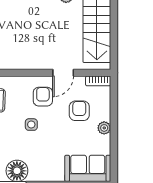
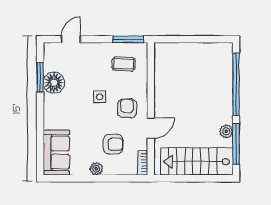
door: (63, 73) -> (151, 128), swing flipped
armchair: (43, 97) -> (127, 108), turned -90

